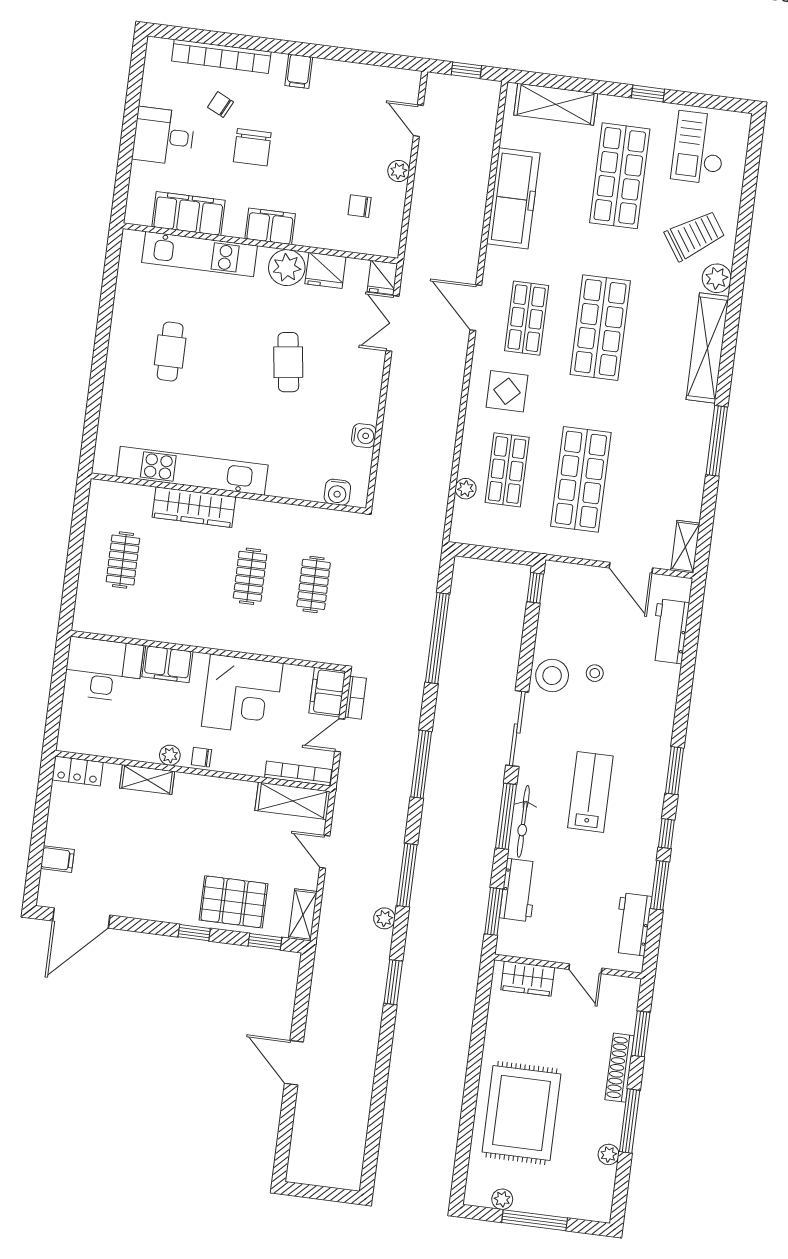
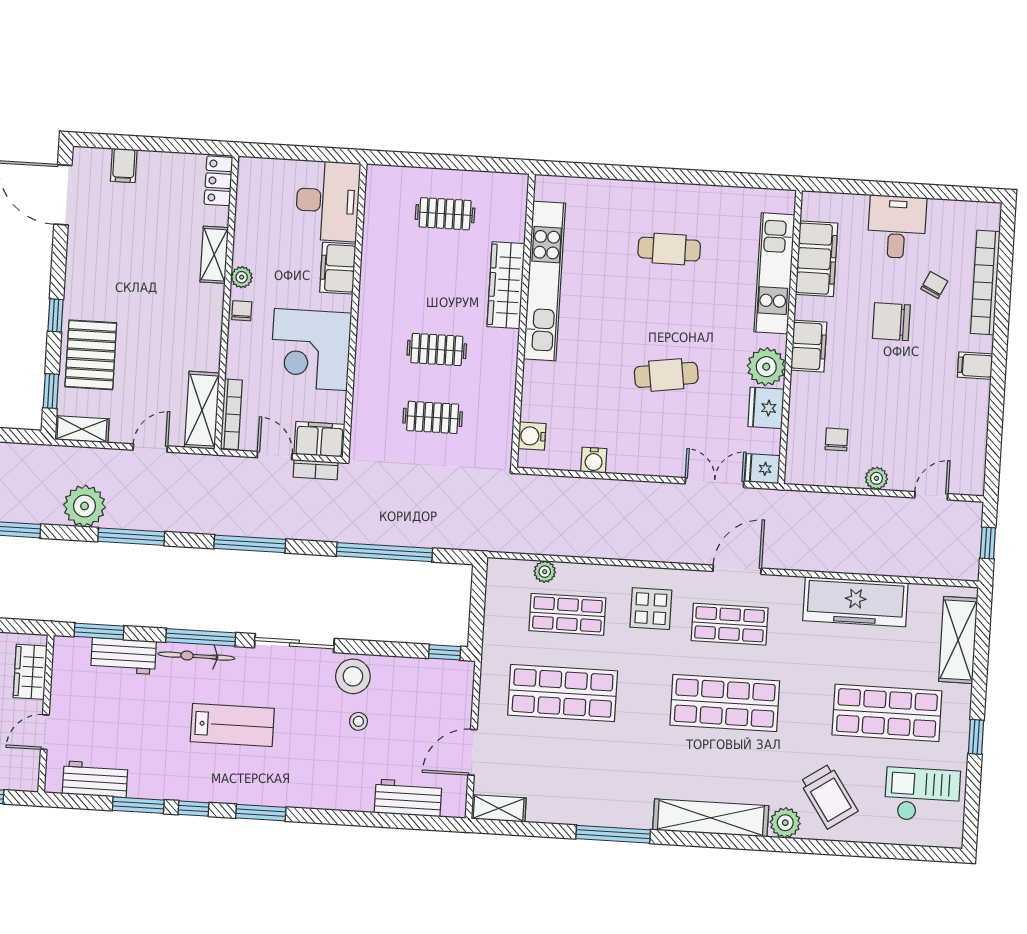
plant: (384, 918) -> (85, 506), width x1.87, depth x1.87

